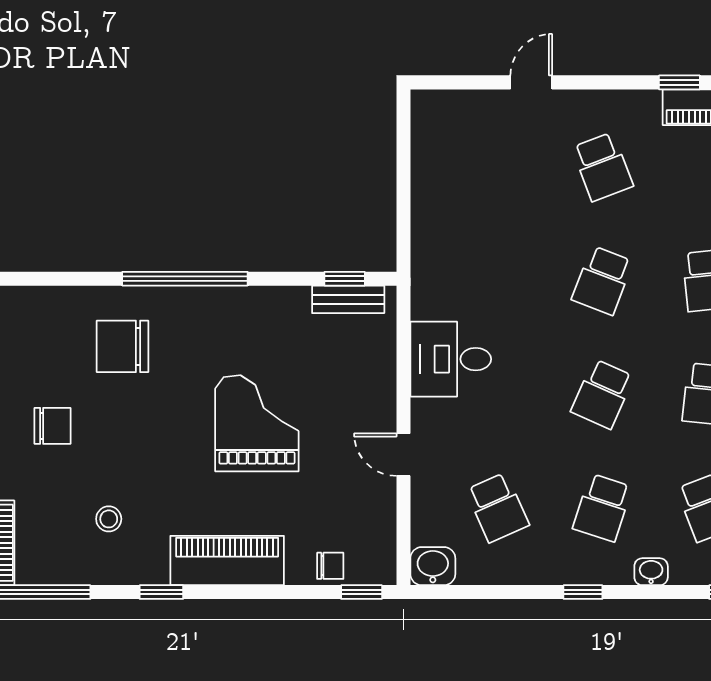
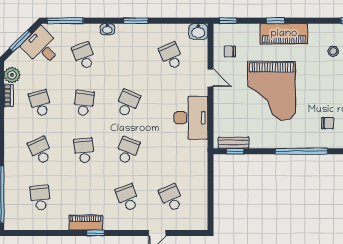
chair: (123, 346) -> (327, 123), width x0.54, depth x0.54
desk: (451, 359) -> (191, 118), width x1.37
grand piano: (257, 423) -> (271, 91), width x1.37, depth x1.48
school desk: (602, 508) -> (171, 198), moved, turned -42
chair: (330, 566) -> (230, 51), moved
window: (161, 592) -> (275, 21), moved
window: (583, 592) -> (136, 21), width x1.50

